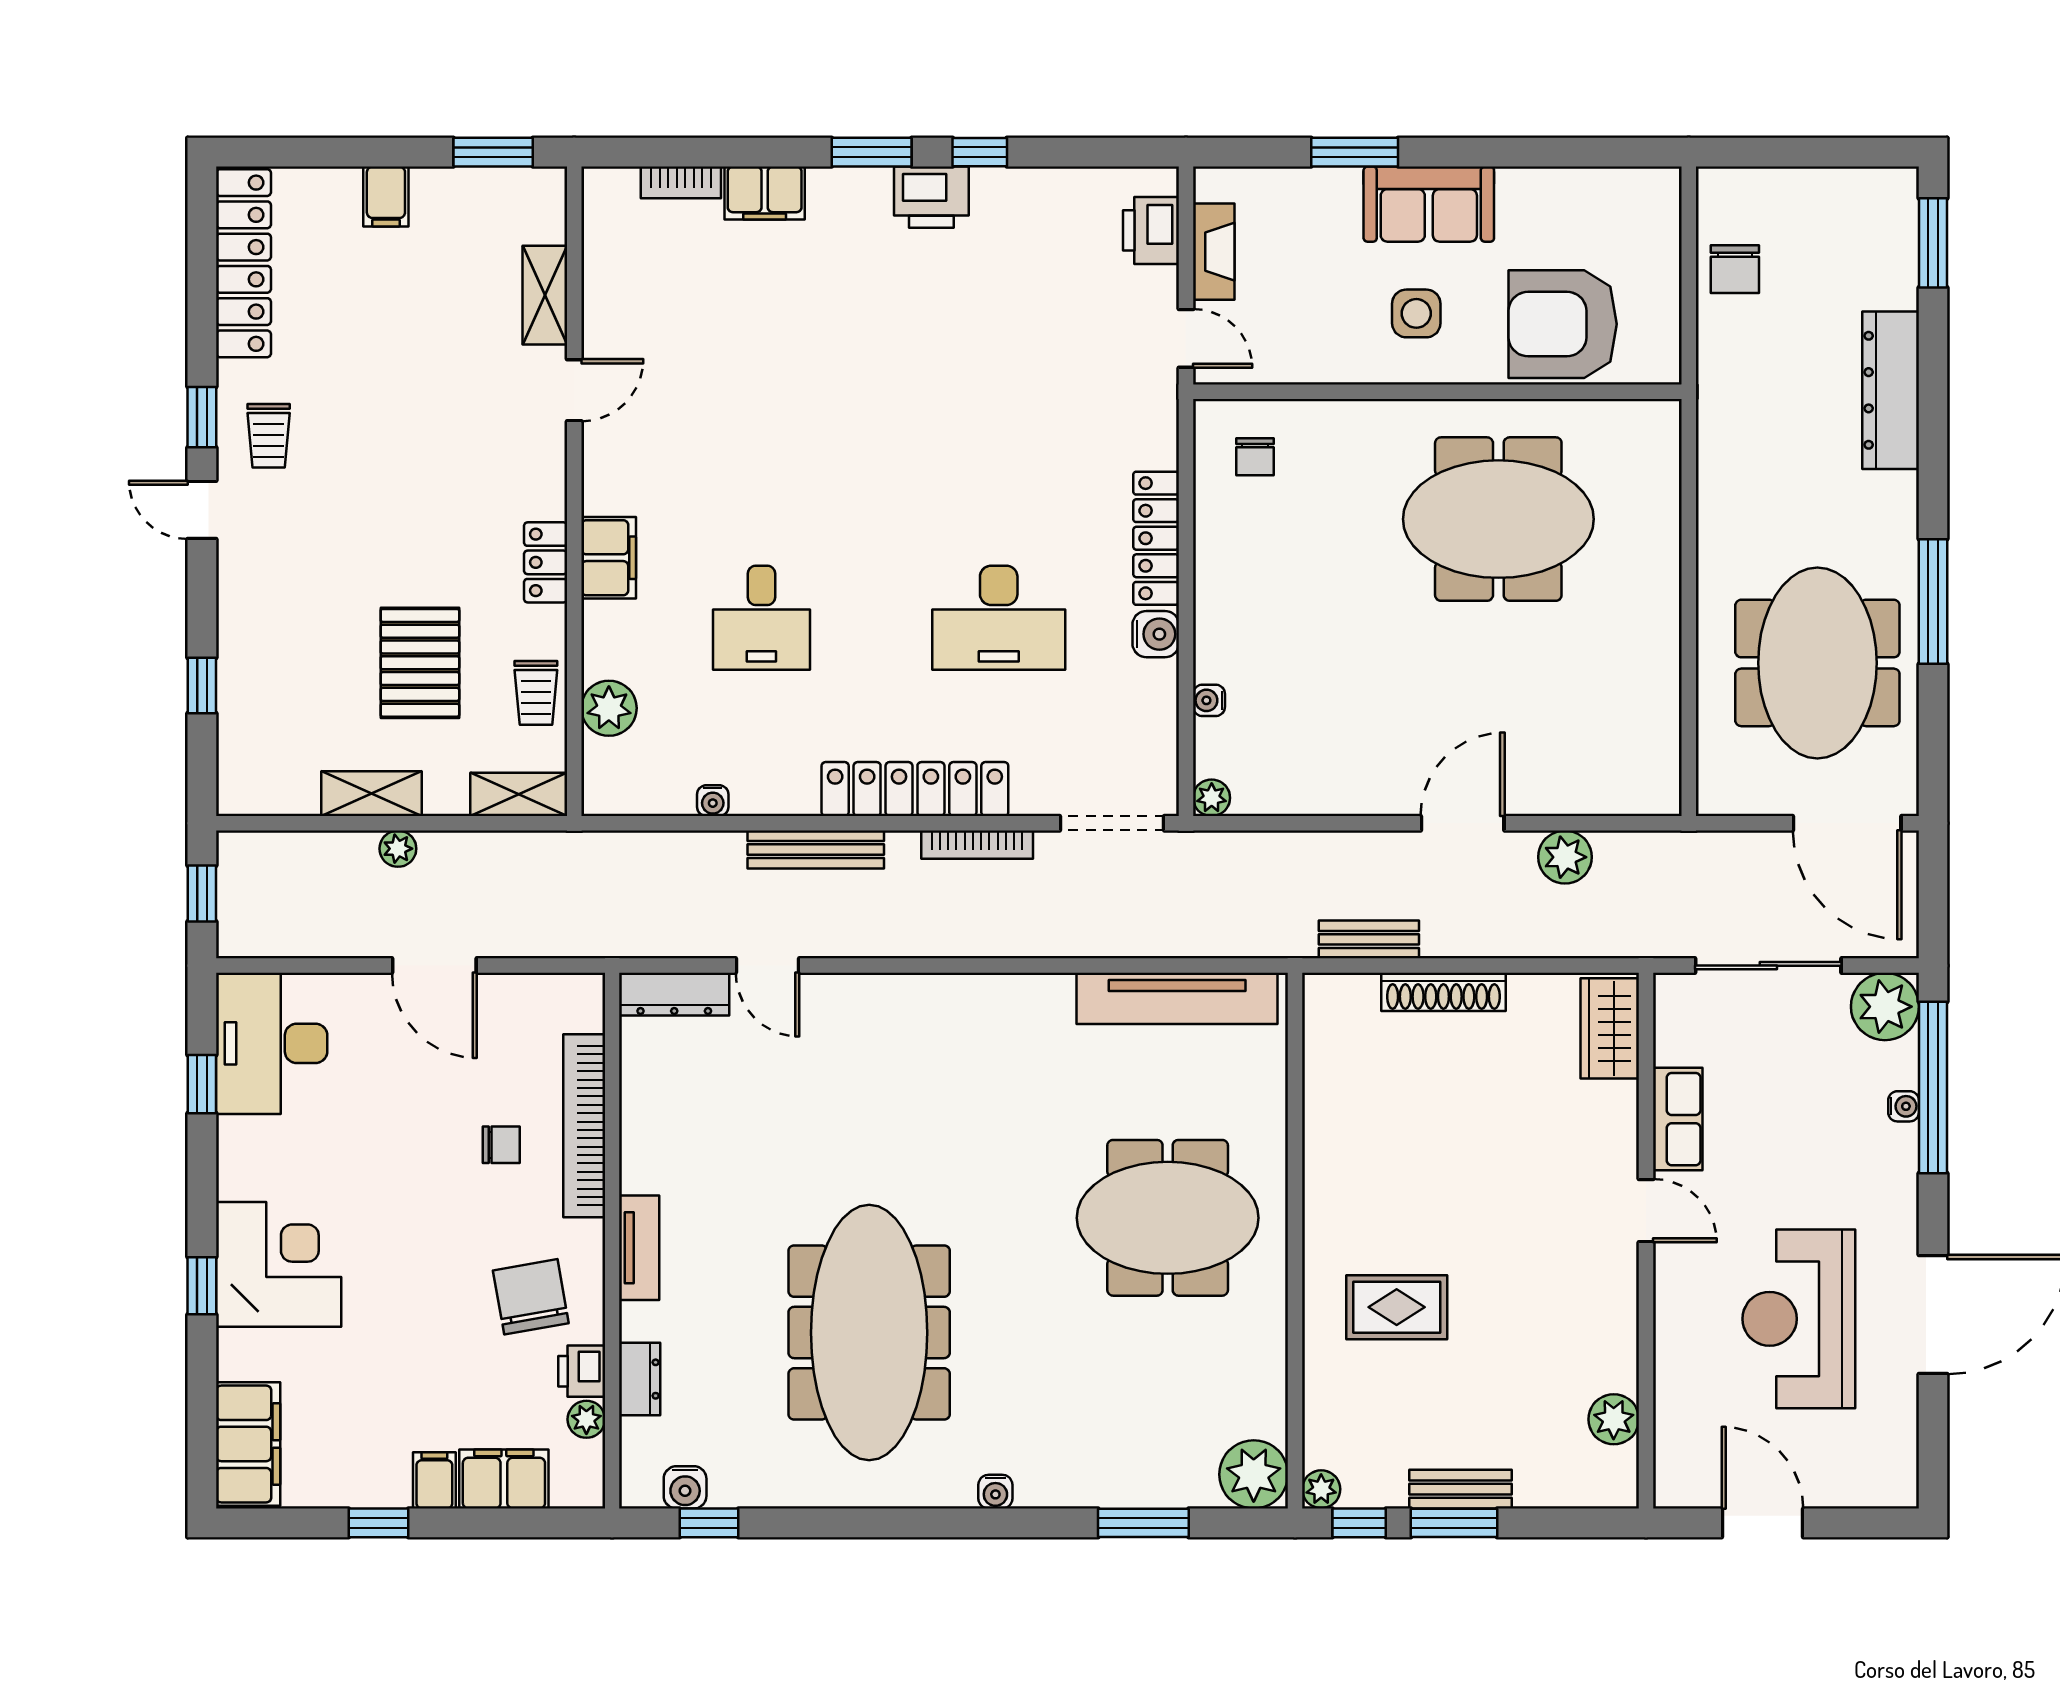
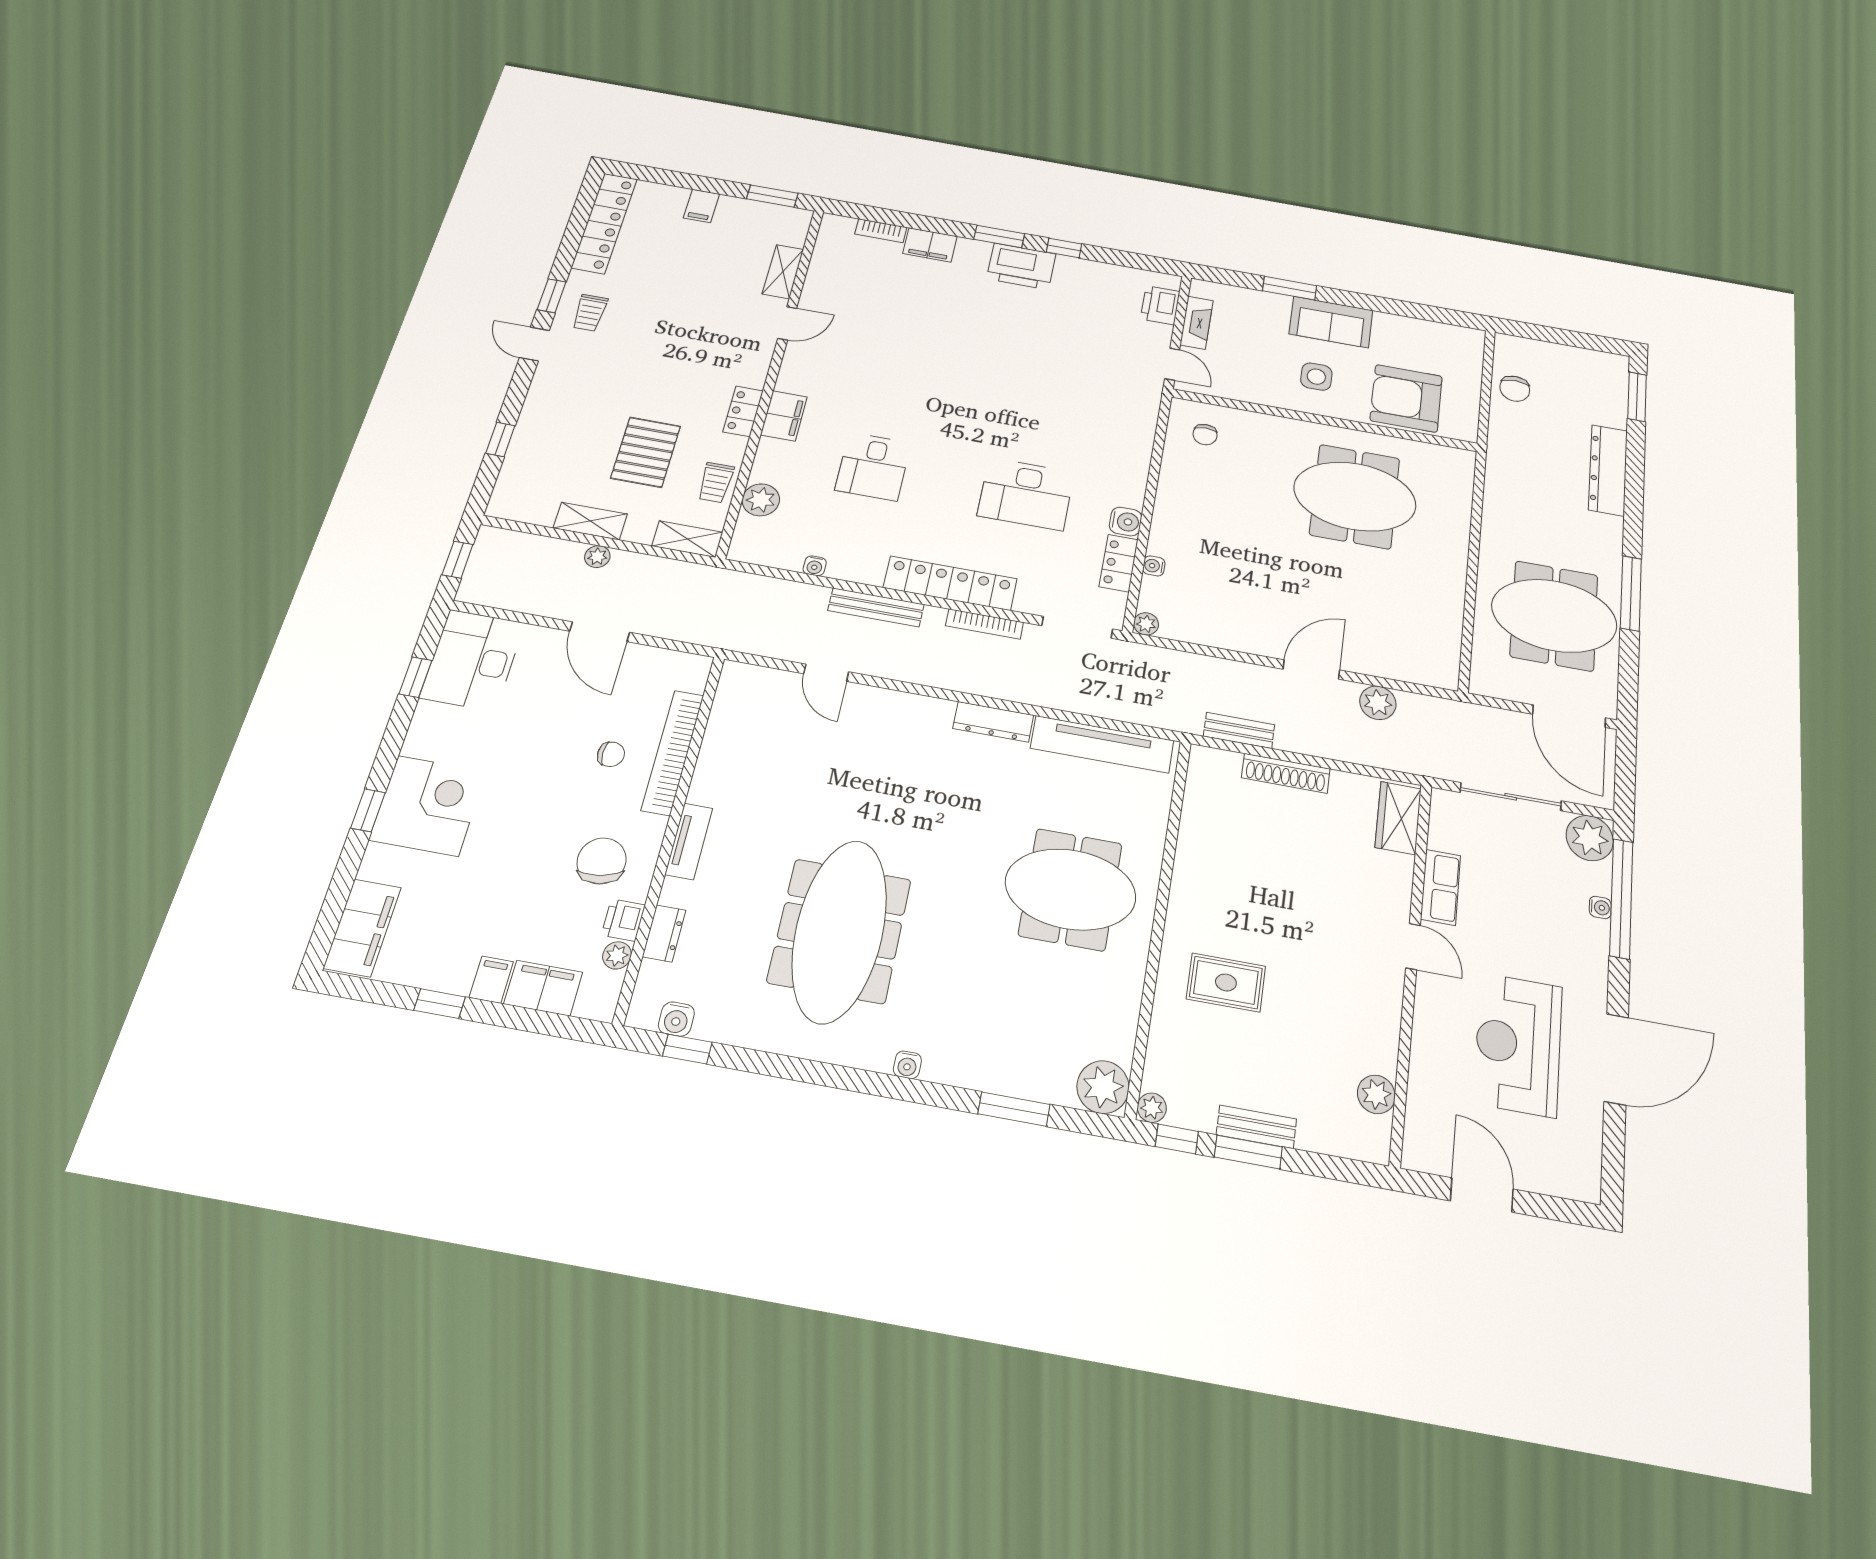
printer: (931, 197) -> (1021, 266), width x1.37, depth x1.19
locker: (1156, 538) -> (1119, 563), moved, width x0.66
meeting table: (1817, 663) -> (1554, 616), turned 90
dresser: (674, 994) -> (993, 722), moved

